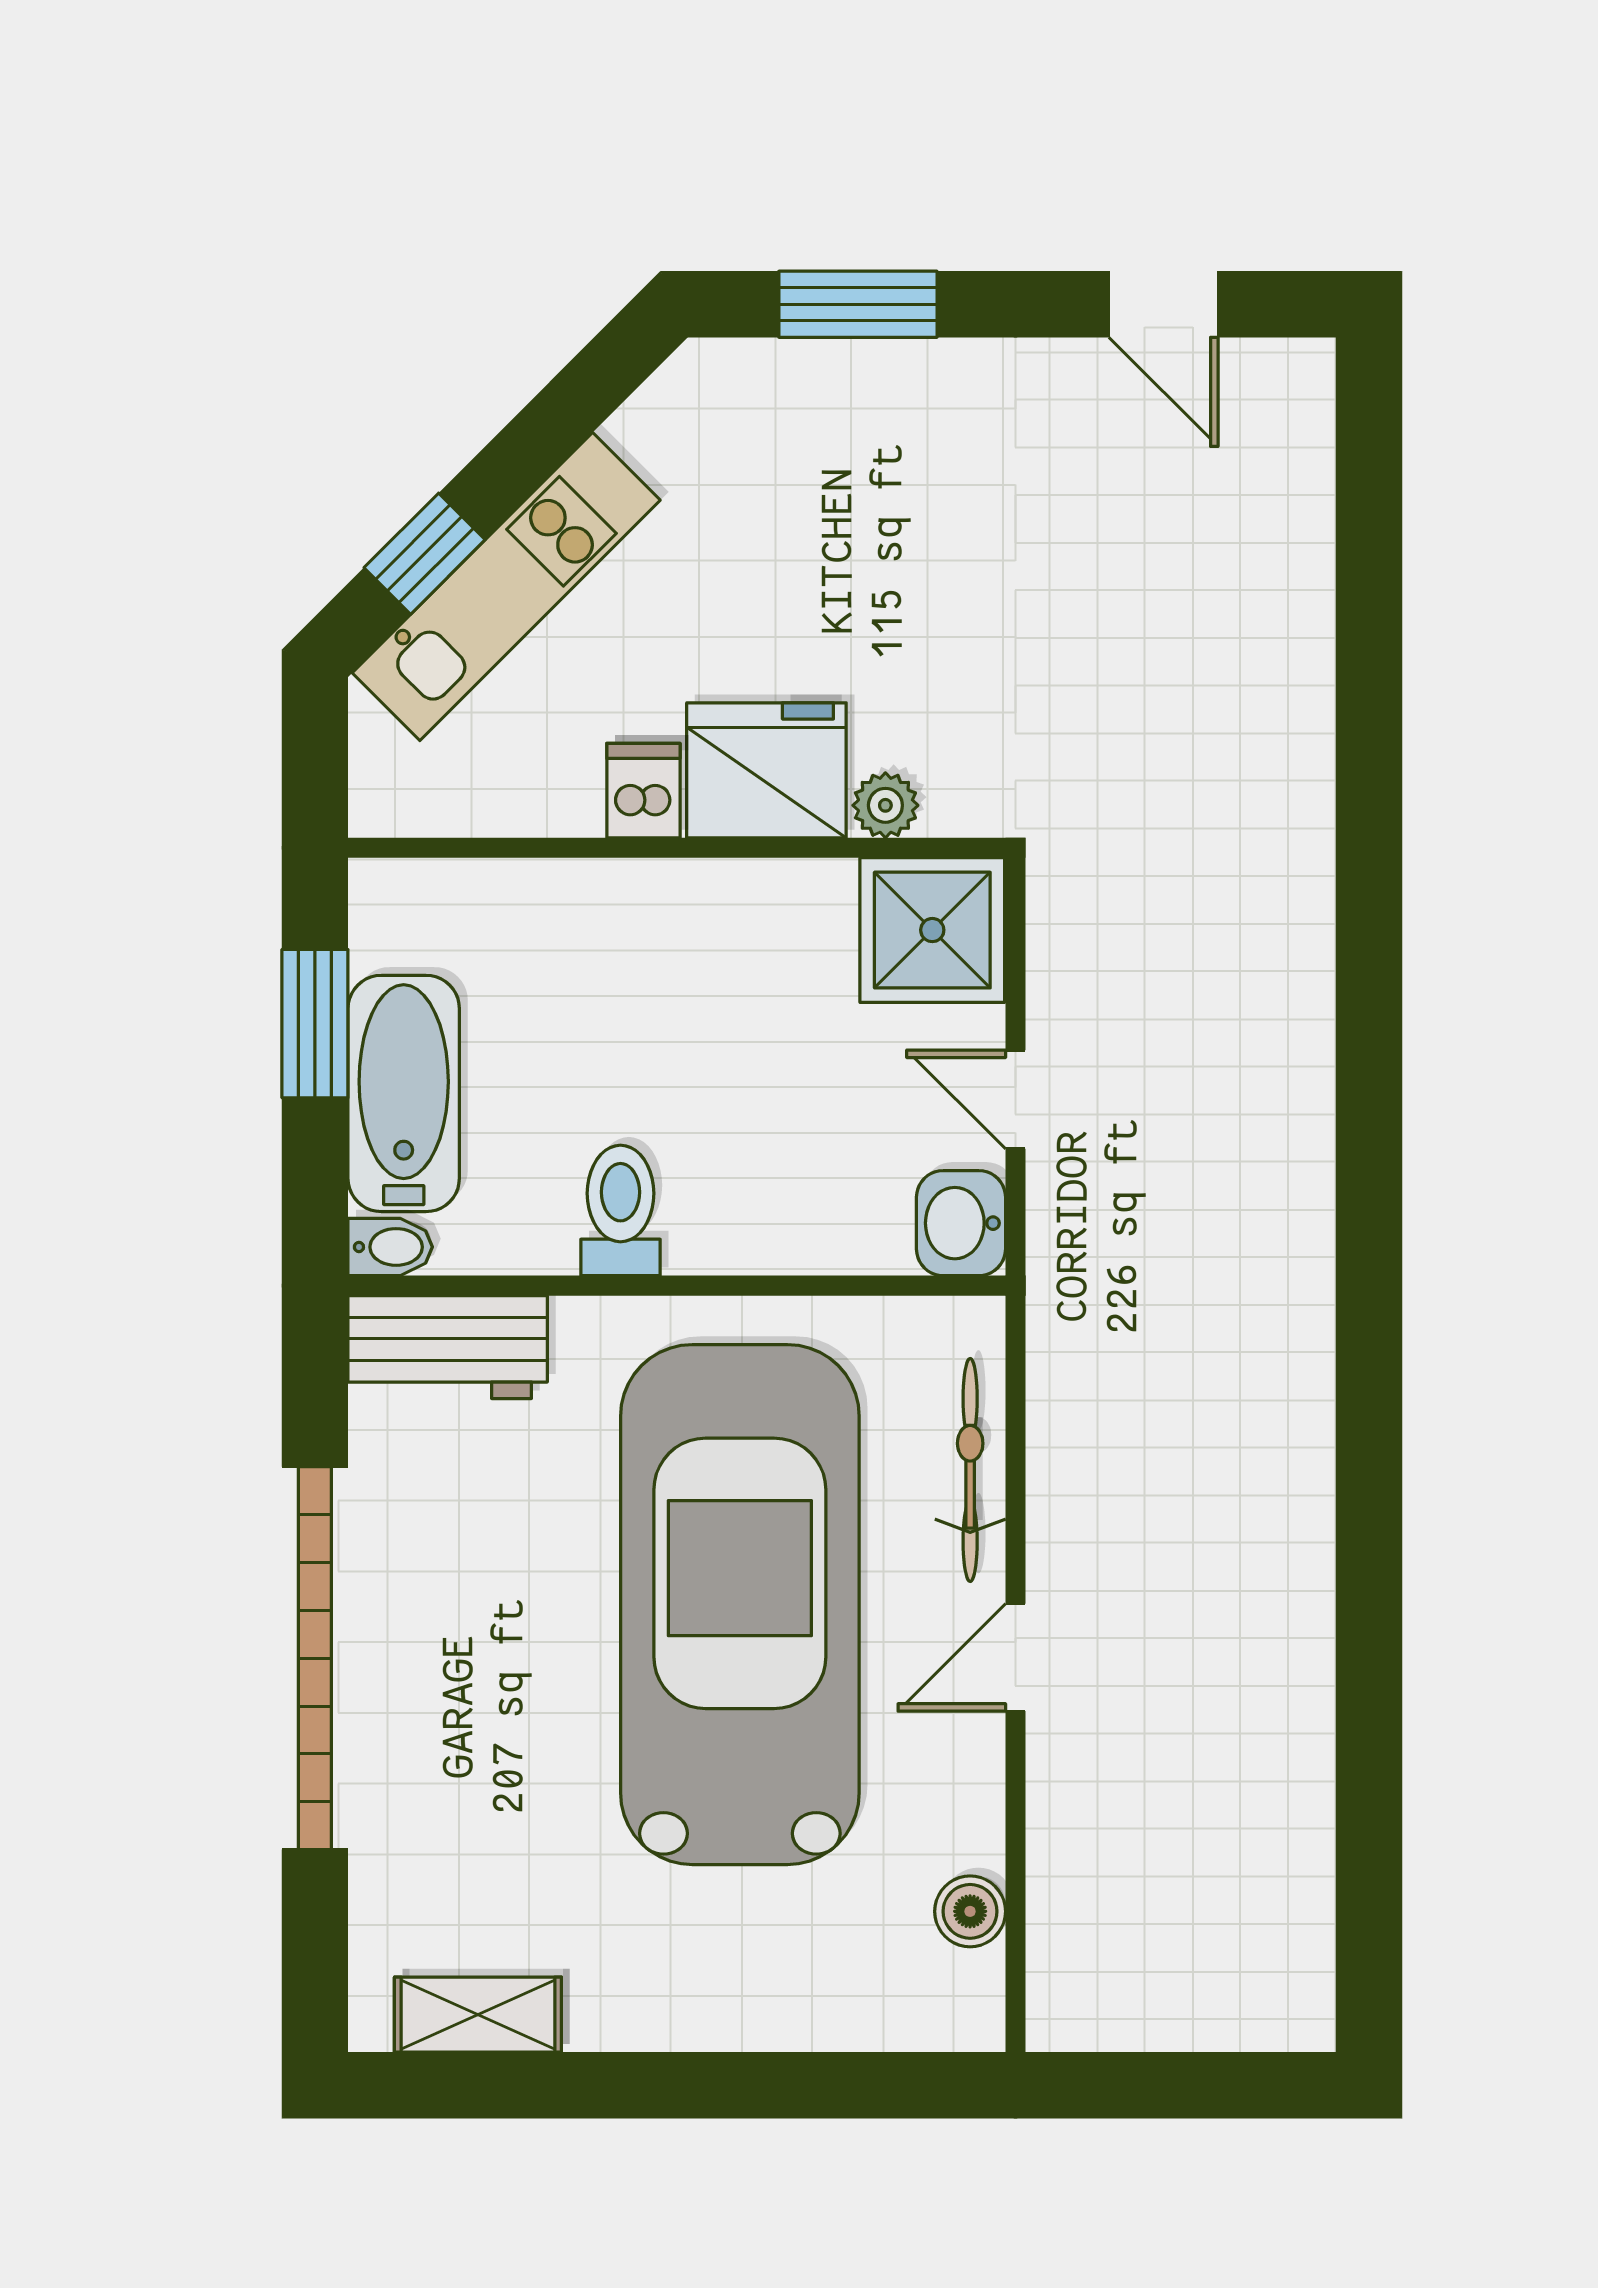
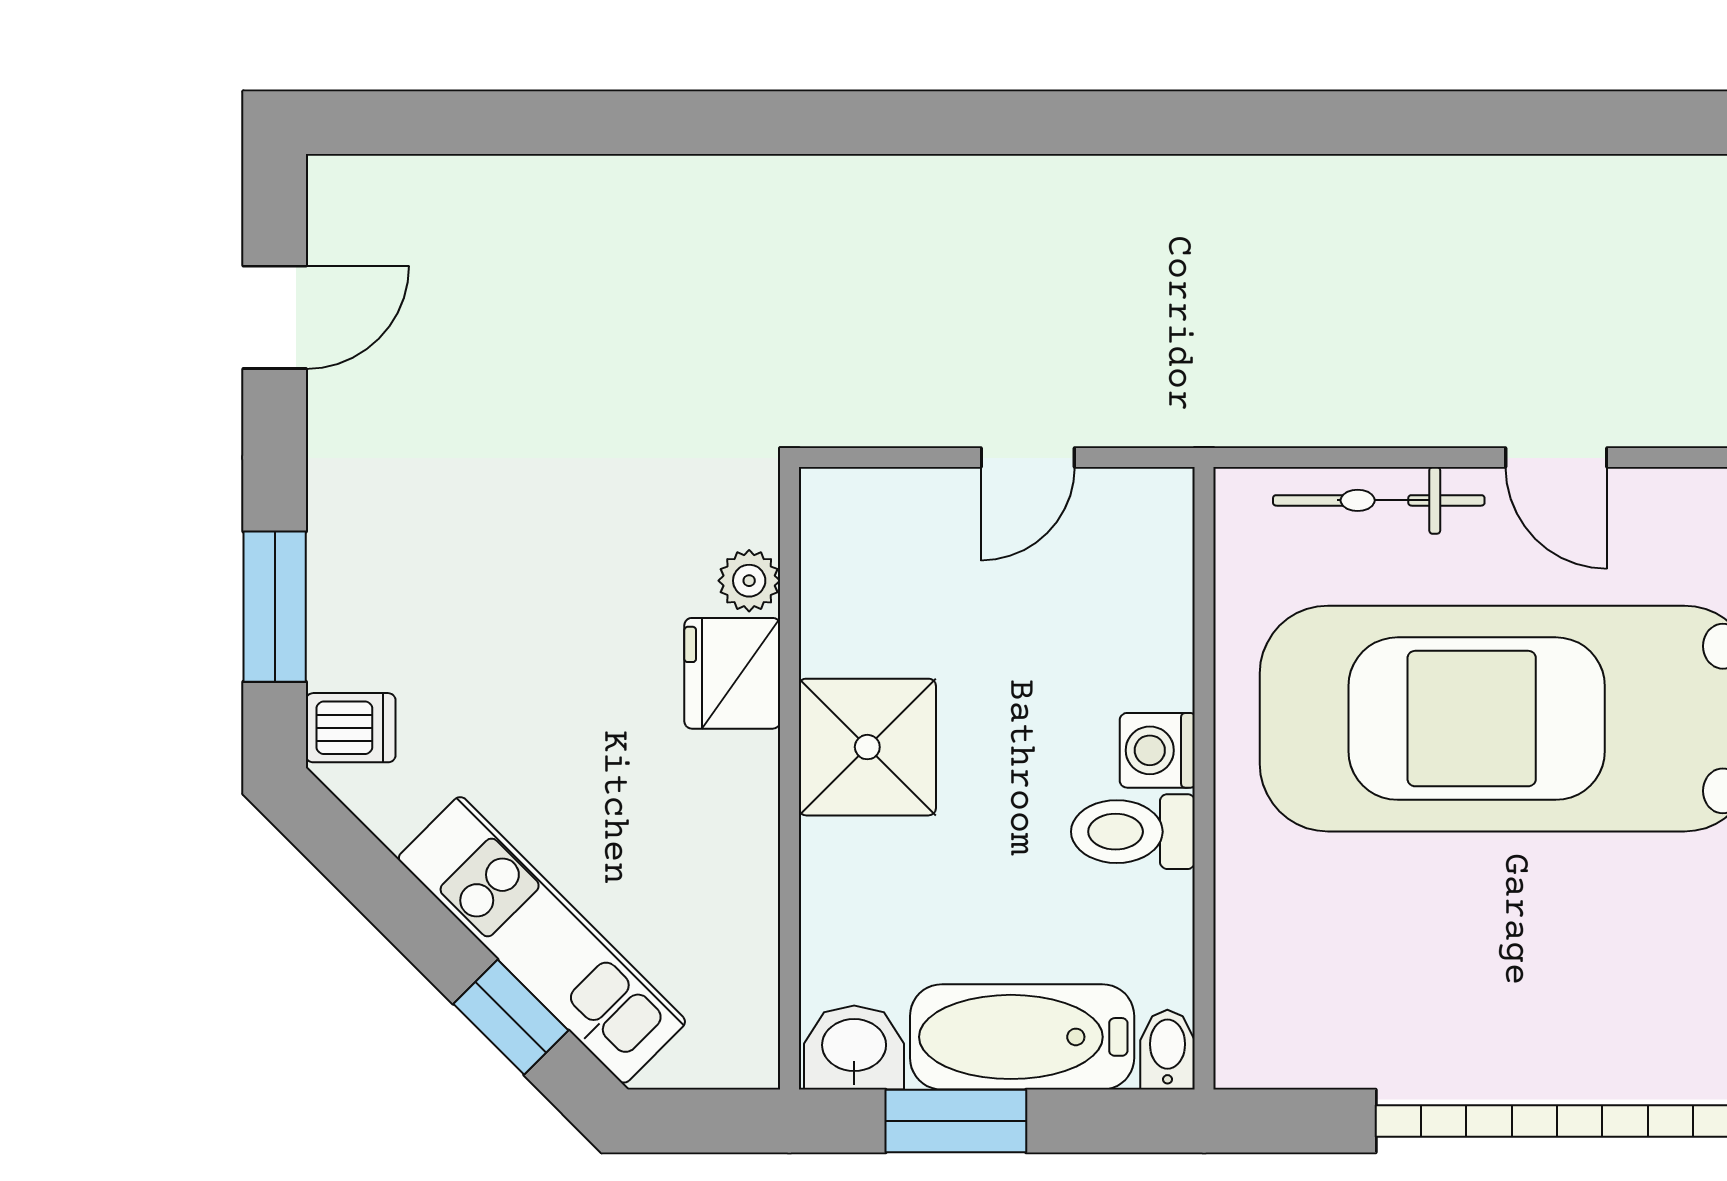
fridge: (766, 770) -> (732, 673), width x0.73, depth x0.75
dishwasher: (643, 791) -> (351, 728), moved, turned 180
shower: (932, 930) -> (867, 747), moved
washbasin: (961, 1223) -> (854, 1048), moved, turned 180
washing machine: (706, 1236) -> (1157, 750), added
workbench: (448, 1347) -> (1262, 995), removed

